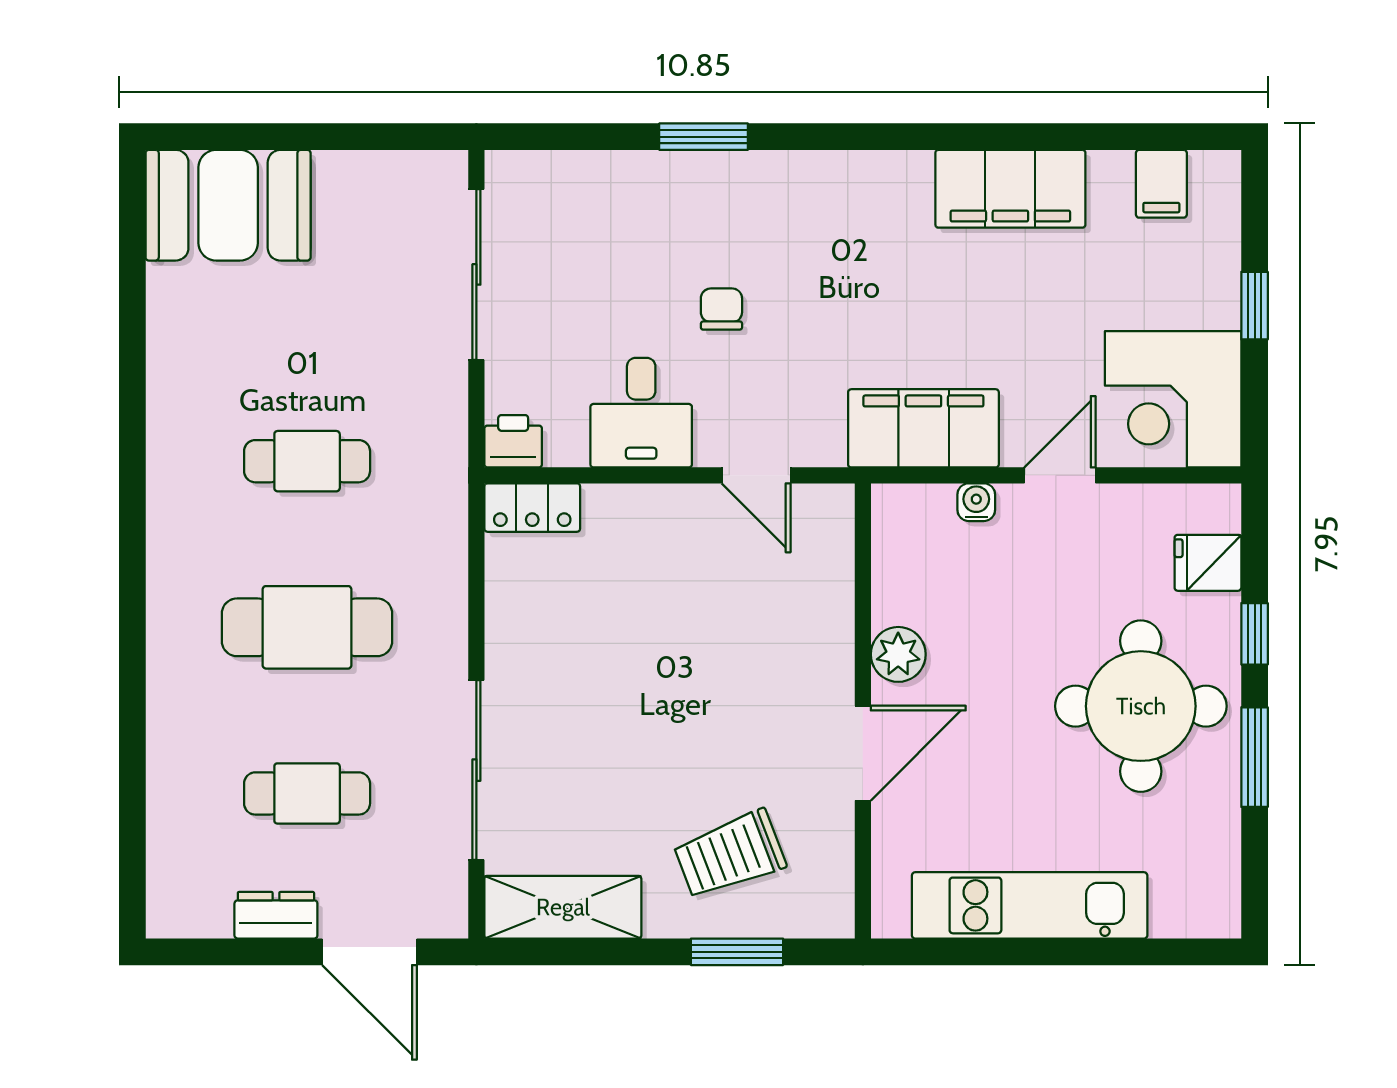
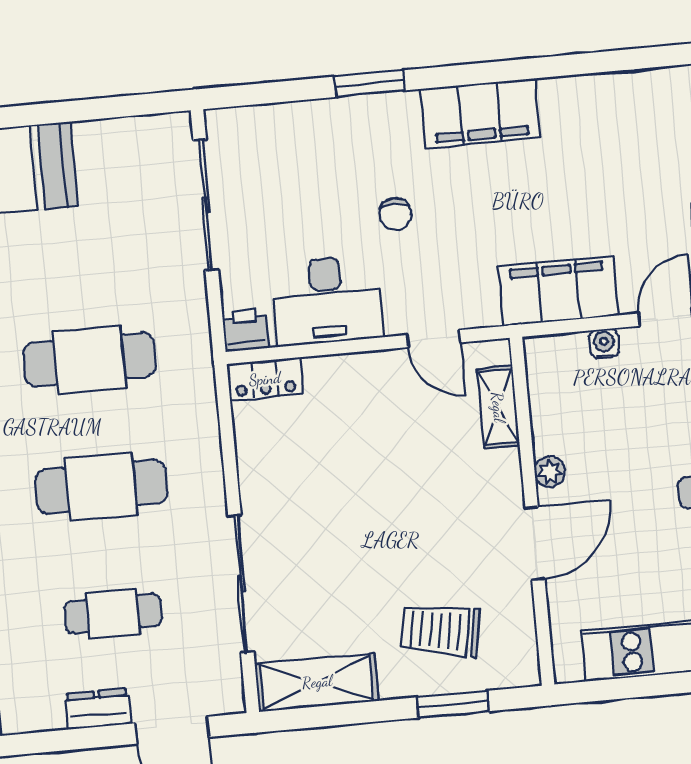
filing cabinet: (1010, 189) -> (480, 113), moved
chair: (721, 309) -> (395, 214), turned 180
desk: (641, 413) -> (327, 300), width x1.37
cafe table: (307, 461) -> (90, 360), width x1.37, depth x1.35
shelving: (832, 572) -> (498, 407), added
plant: (898, 654) -> (550, 472), width x0.73, depth x0.73
trolley: (730, 855) -> (440, 630), turned 31

